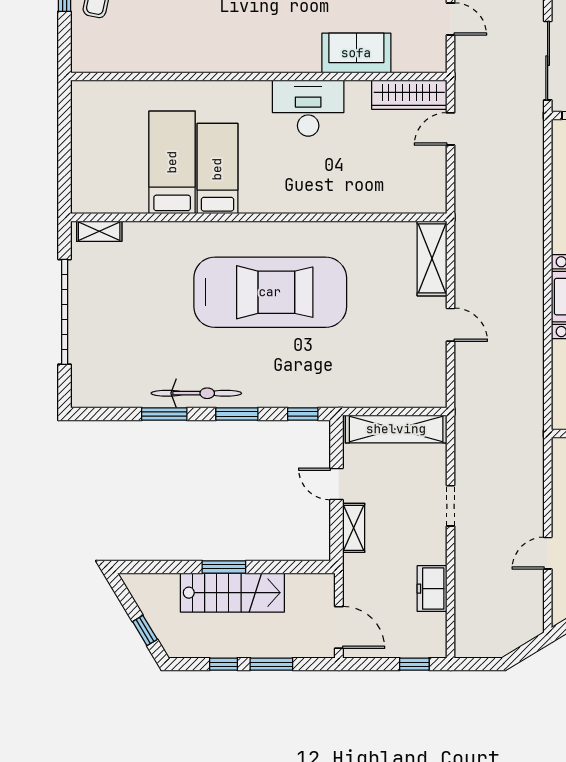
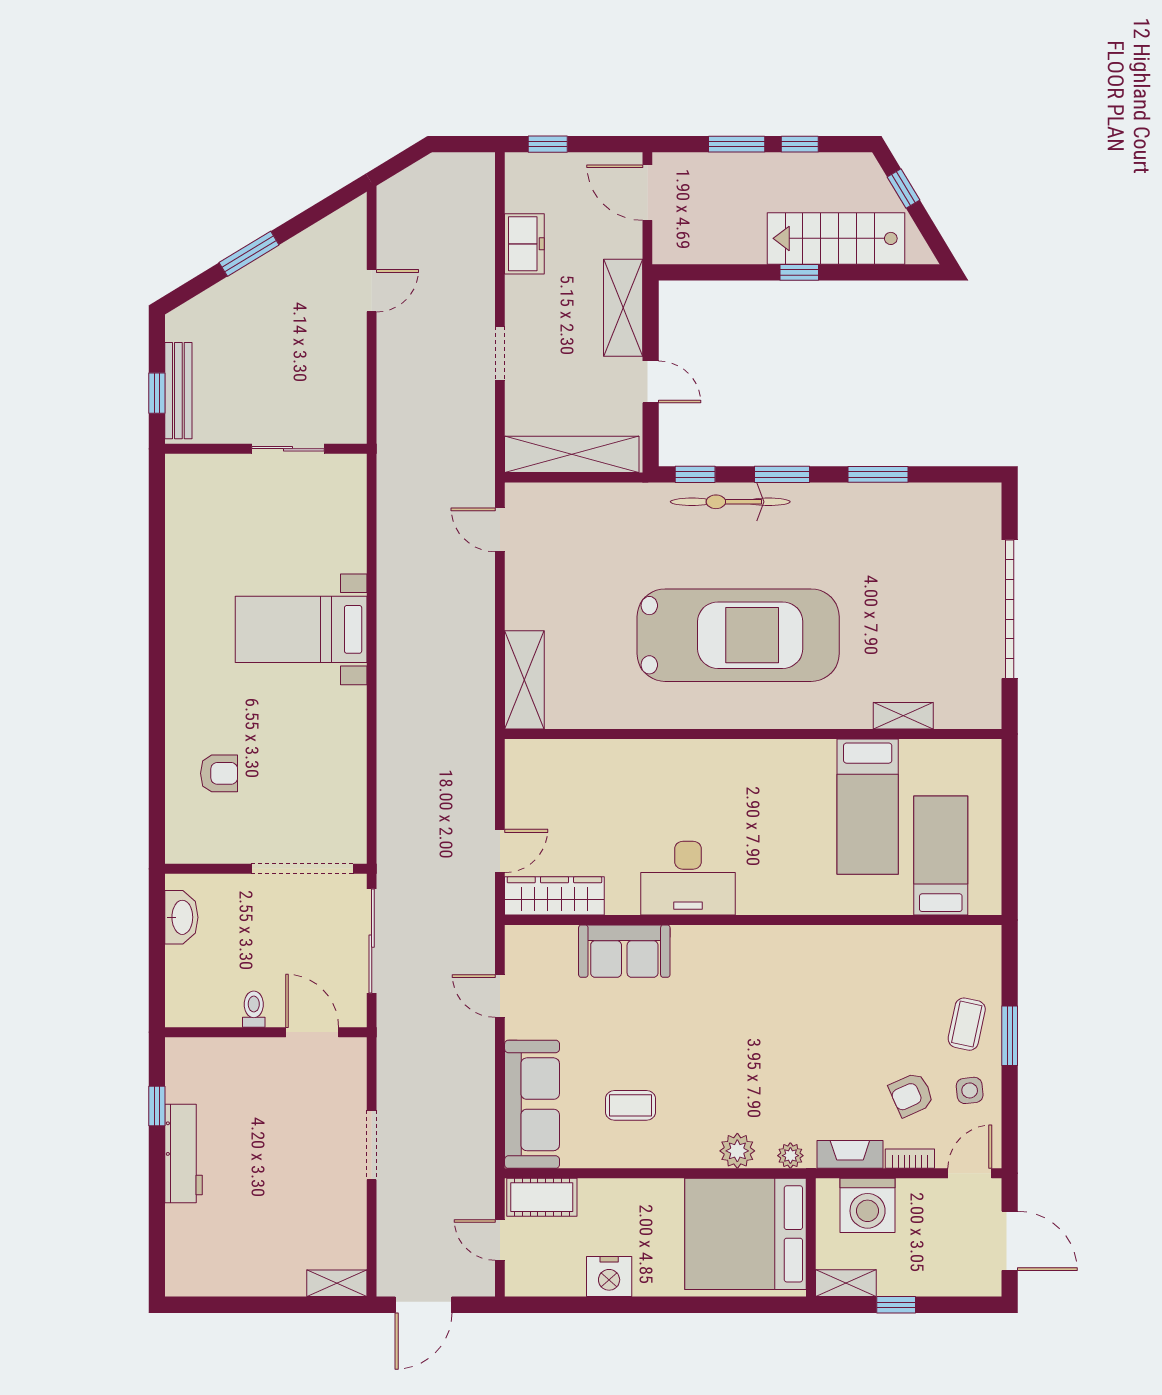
bed: (217, 169) -> (941, 856), moved, turned 180
shelving: (99, 231) -> (903, 716), moved
car: (270, 292) -> (738, 635), turned 180
door: (451, 325) -> (500, 530), moved
bicycle: (196, 393) -> (730, 502), moved
shelving: (354, 528) -> (623, 308), width x1.50, depth x1.33
window: (224, 567) -> (799, 272), width x0.67
stairs: (232, 593) -> (836, 238), moved

